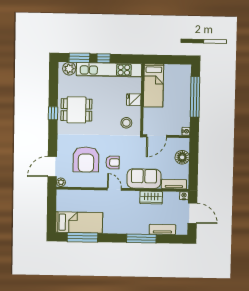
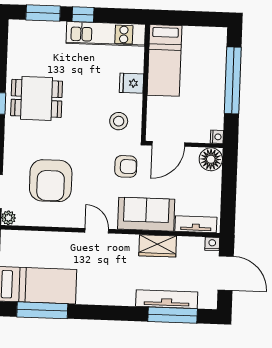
plant: (69, 69) -> (26, 30), removed
kitchen unit: (109, 70) -> (106, 34), width x0.73
floor lamp: (182, 157) -> (211, 159), moved
armchair: (113, 162) -> (126, 166), moved
tv unit: (162, 229) -> (167, 299), width x1.41
window: (141, 238) -> (173, 315), moved

